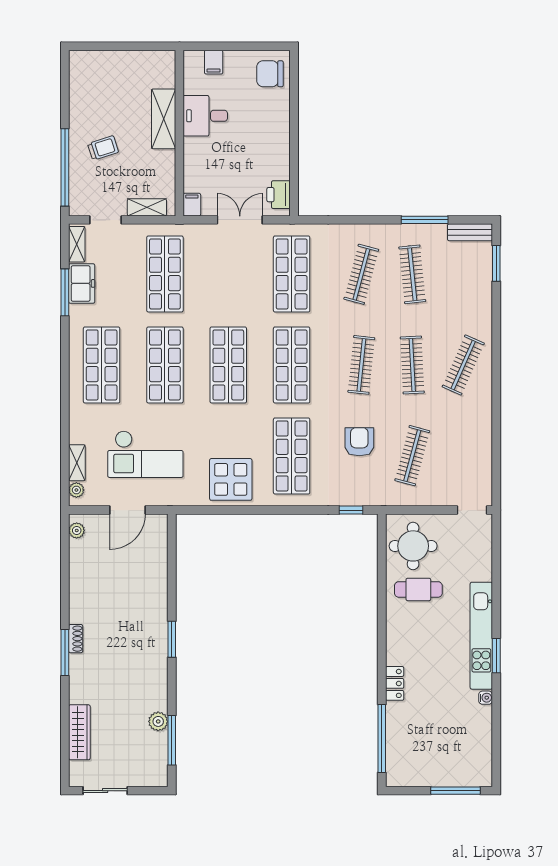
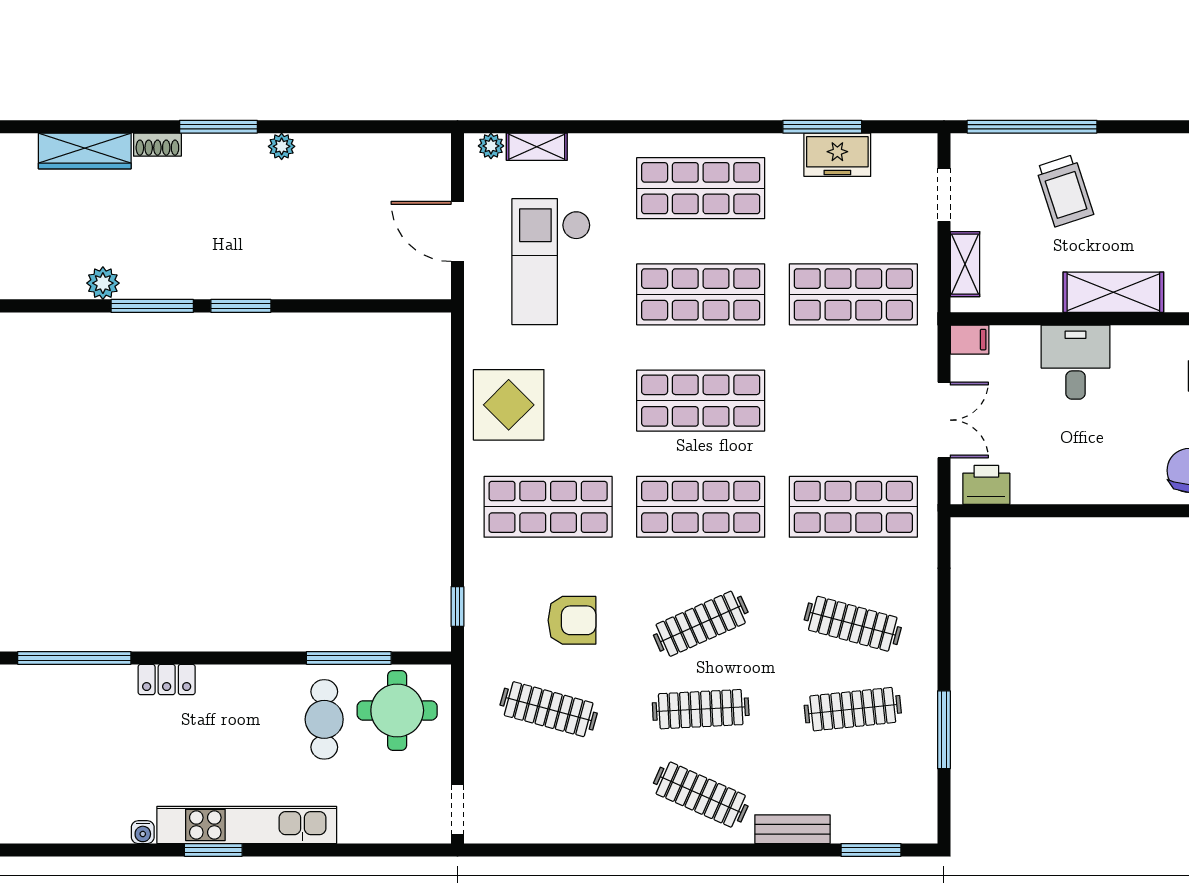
desk: (205, 116) -> (1076, 362), moved
trolley: (103, 148) -> (1065, 191), width x1.36, depth x1.39
bench: (470, 232) -> (792, 829), moved, turned 90
shelving: (77, 244) -> (903, 147), removed
clothes rail: (361, 365) -> (701, 624), turned -30
plant: (77, 530) -> (282, 146), moved
window: (382, 575) -> (349, 658), added
shoe rack: (76, 639) -> (157, 145), moved
window: (172, 740) -> (152, 306), moved

